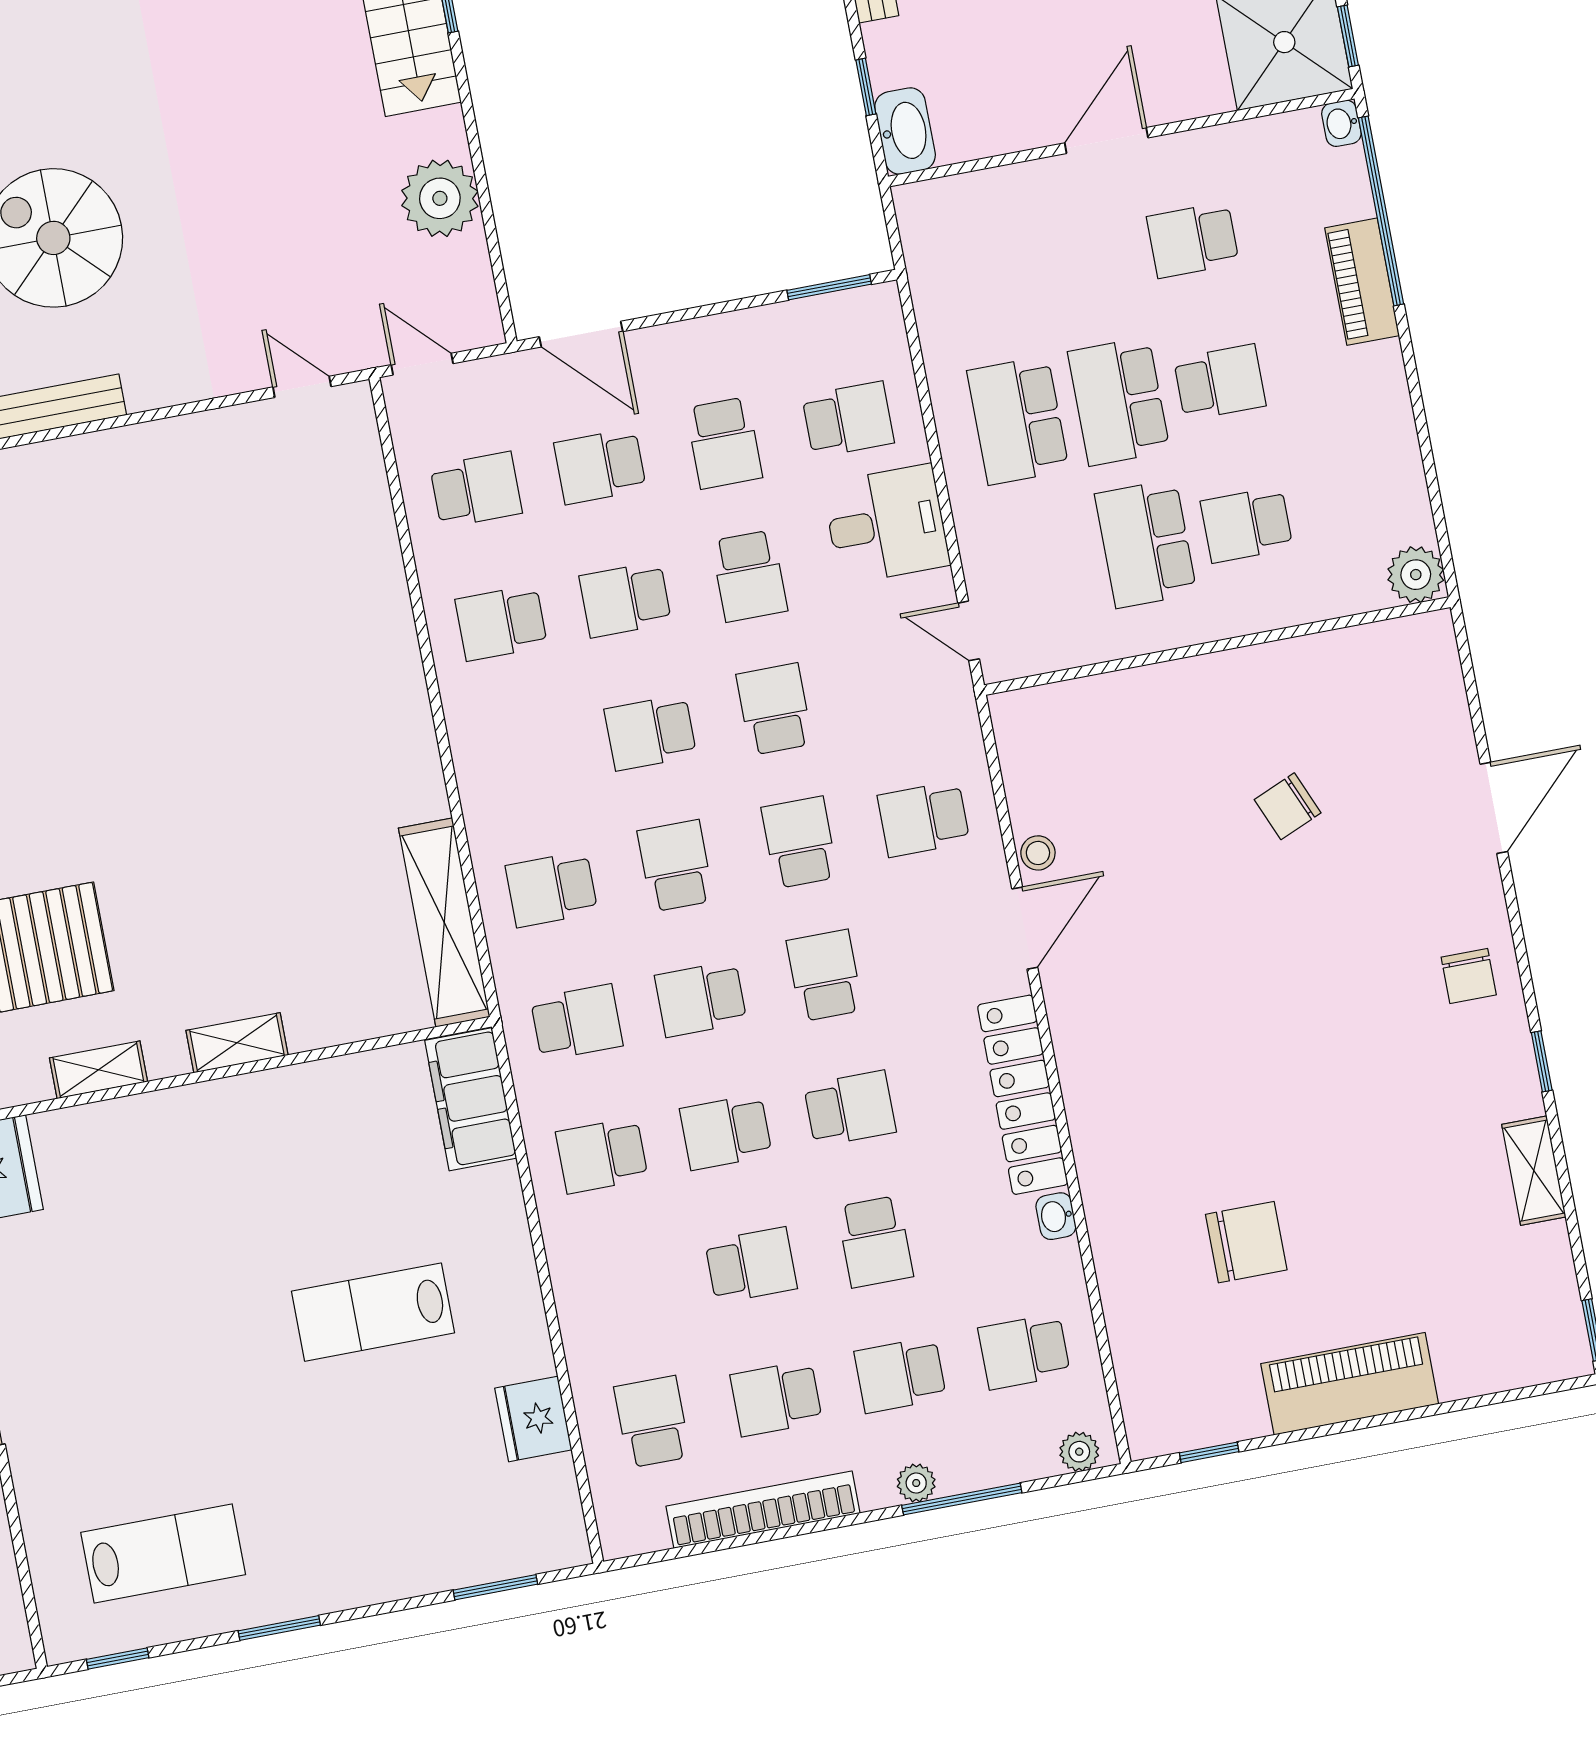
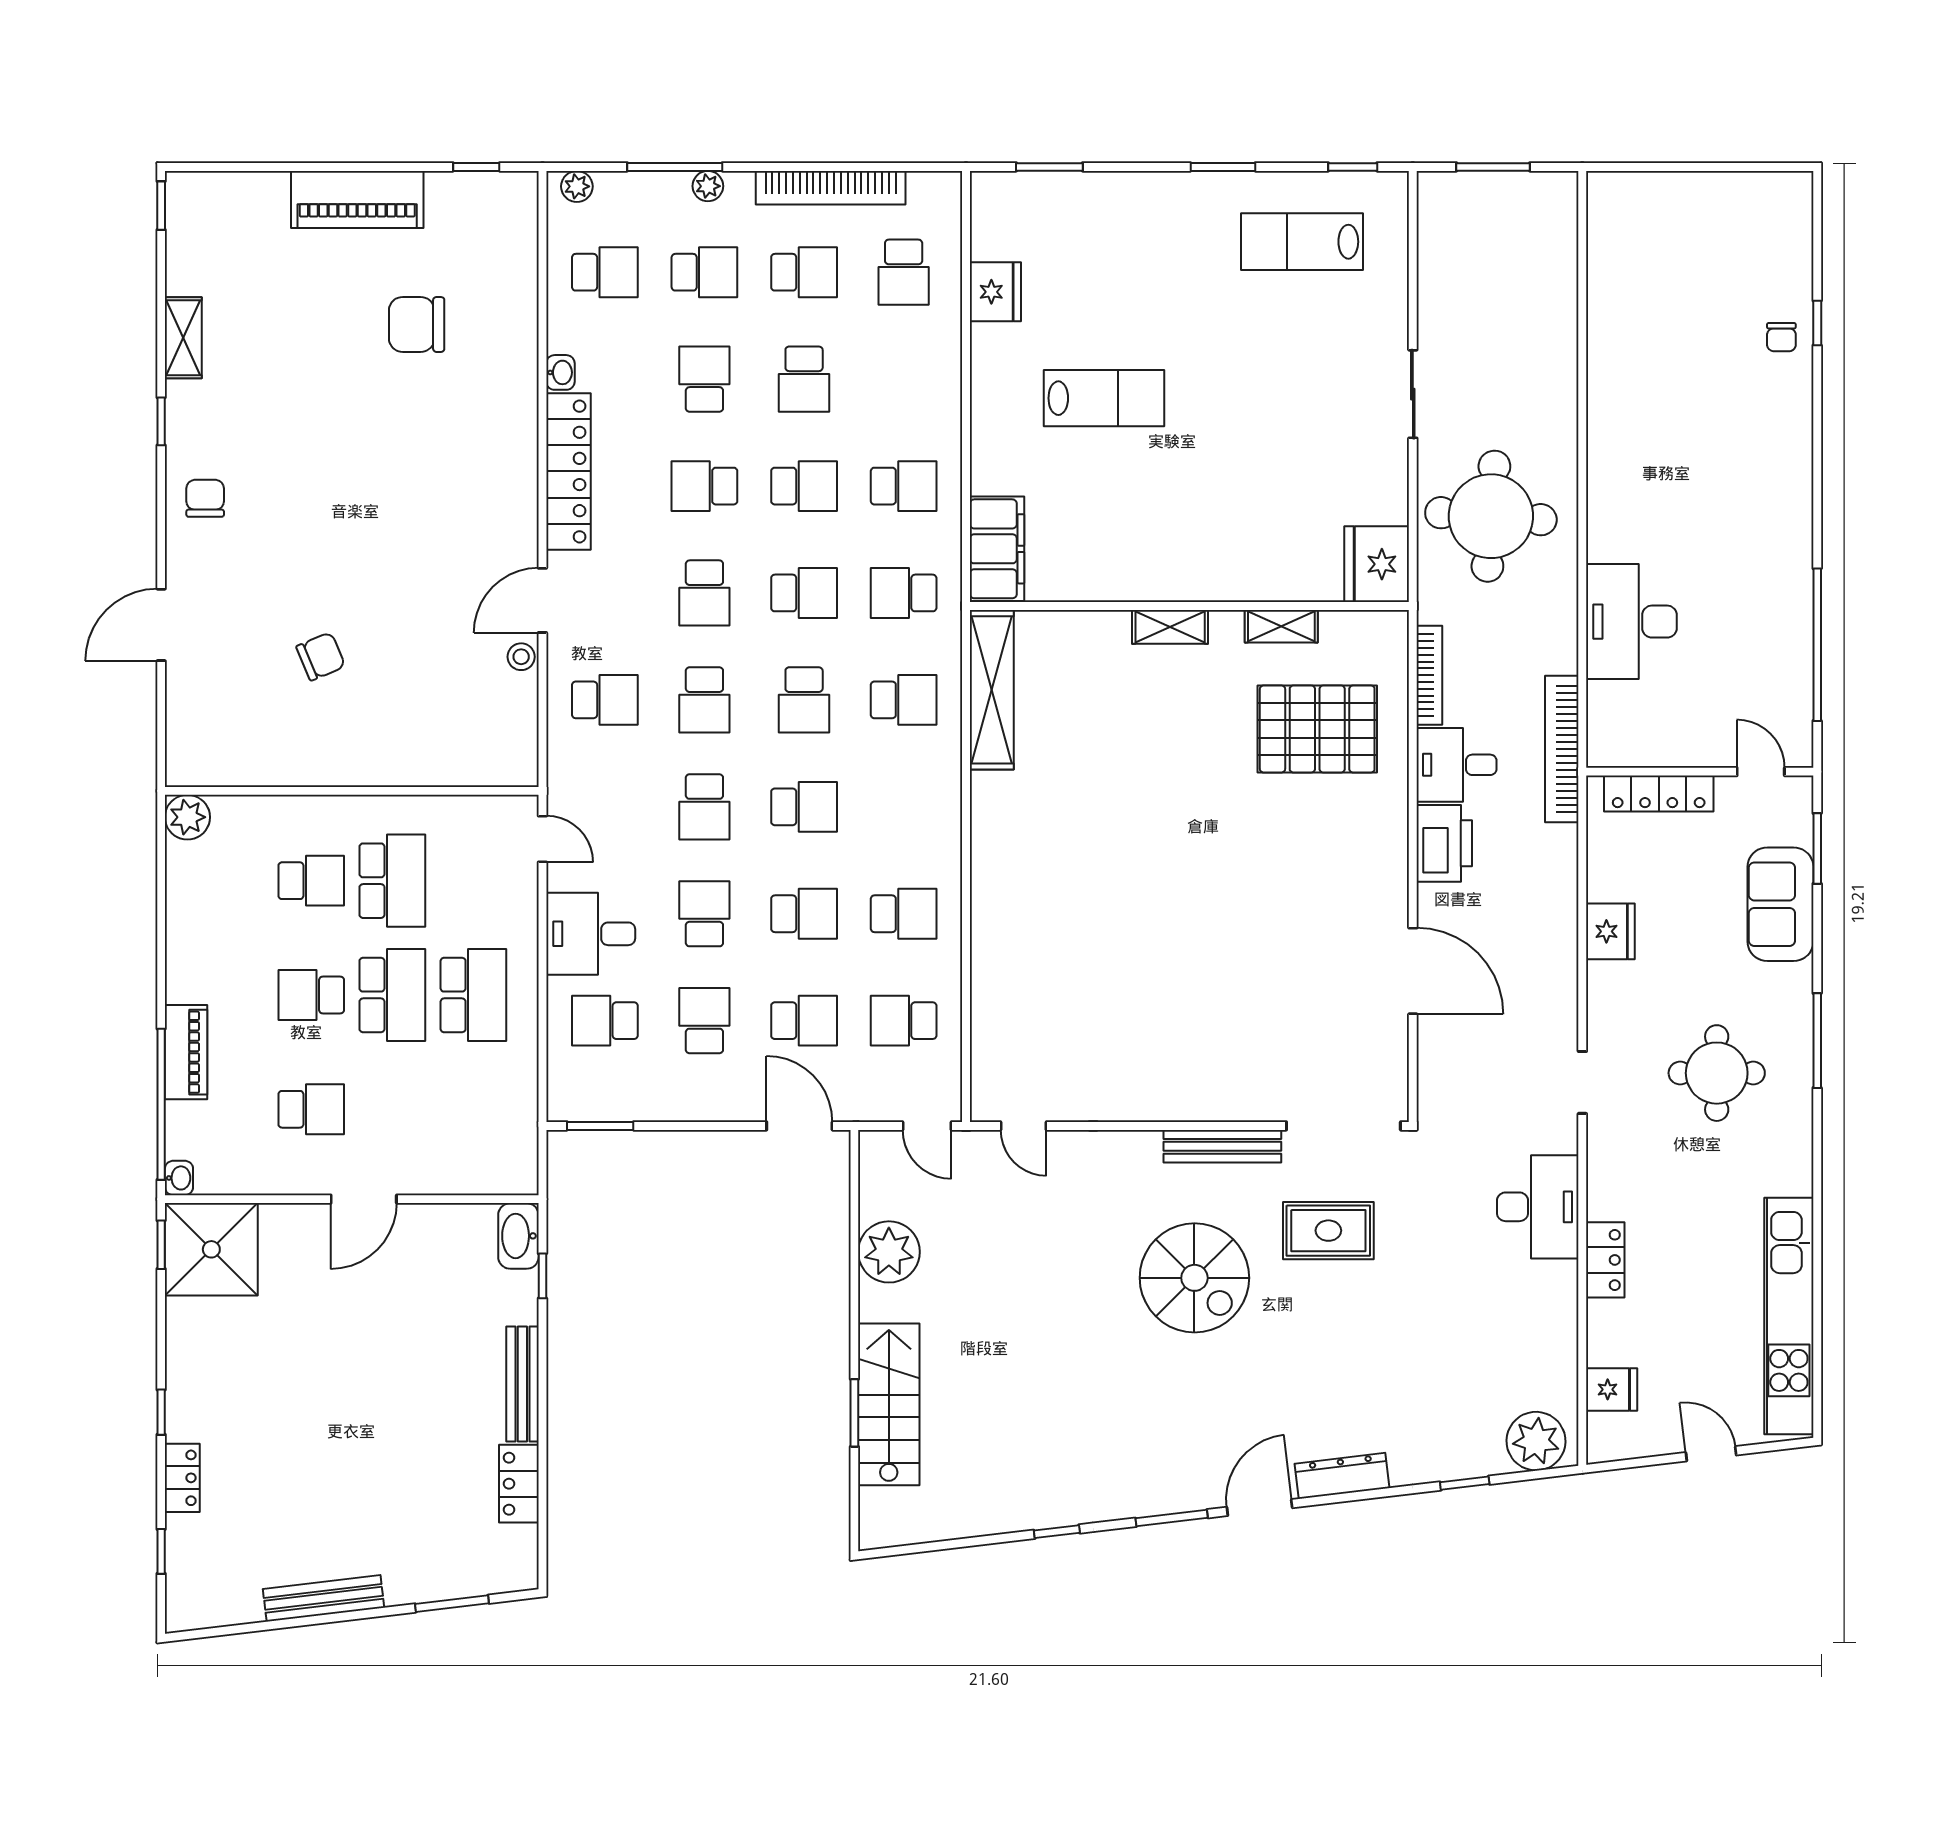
school desk: (751, 1265) -> (804, 379), turned -90

